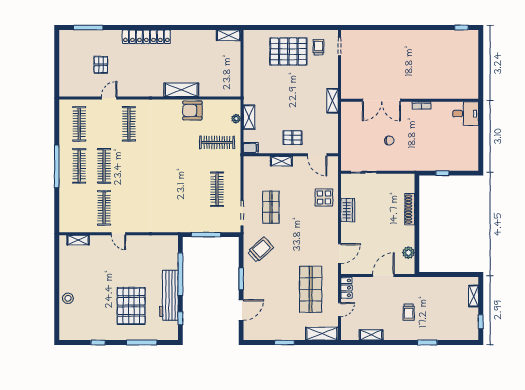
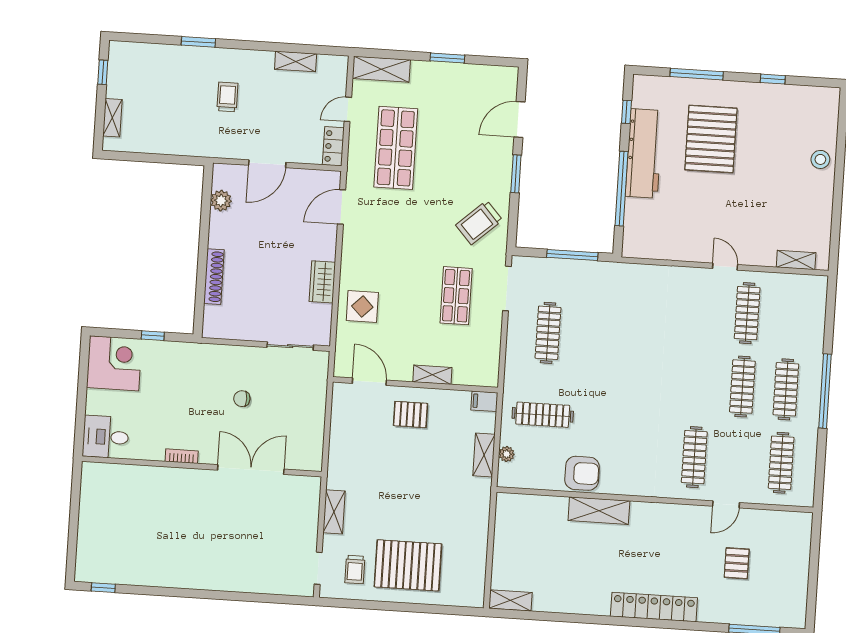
shelving: (333, 101) -> (334, 512), moved
corner desk: (463, 156) -> (114, 363), added

